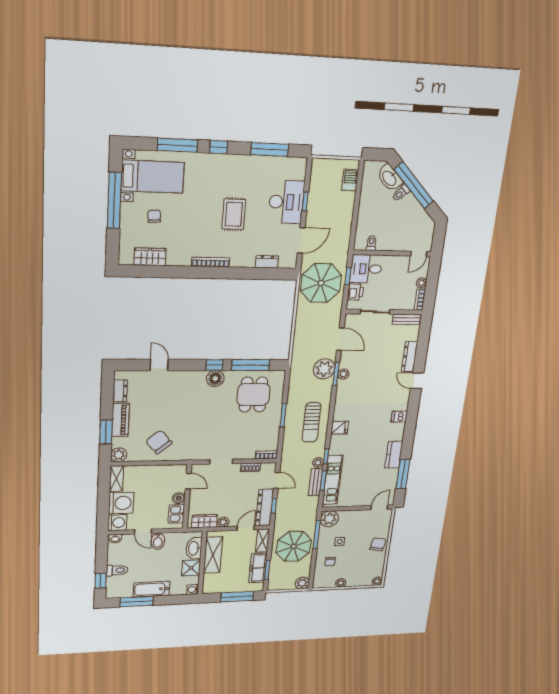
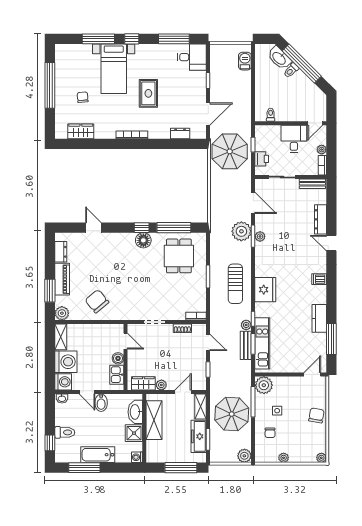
bed with nightstands: (153, 177) -> (114, 69), moved, turned 90
desk: (286, 202) -> (192, 57), moved, width x0.73
desk: (366, 269) -> (294, 139), moved, turned 90
fridge: (340, 428) -> (265, 290), width x1.88, depth x1.34
dresser: (265, 508) -> (199, 371), removed

